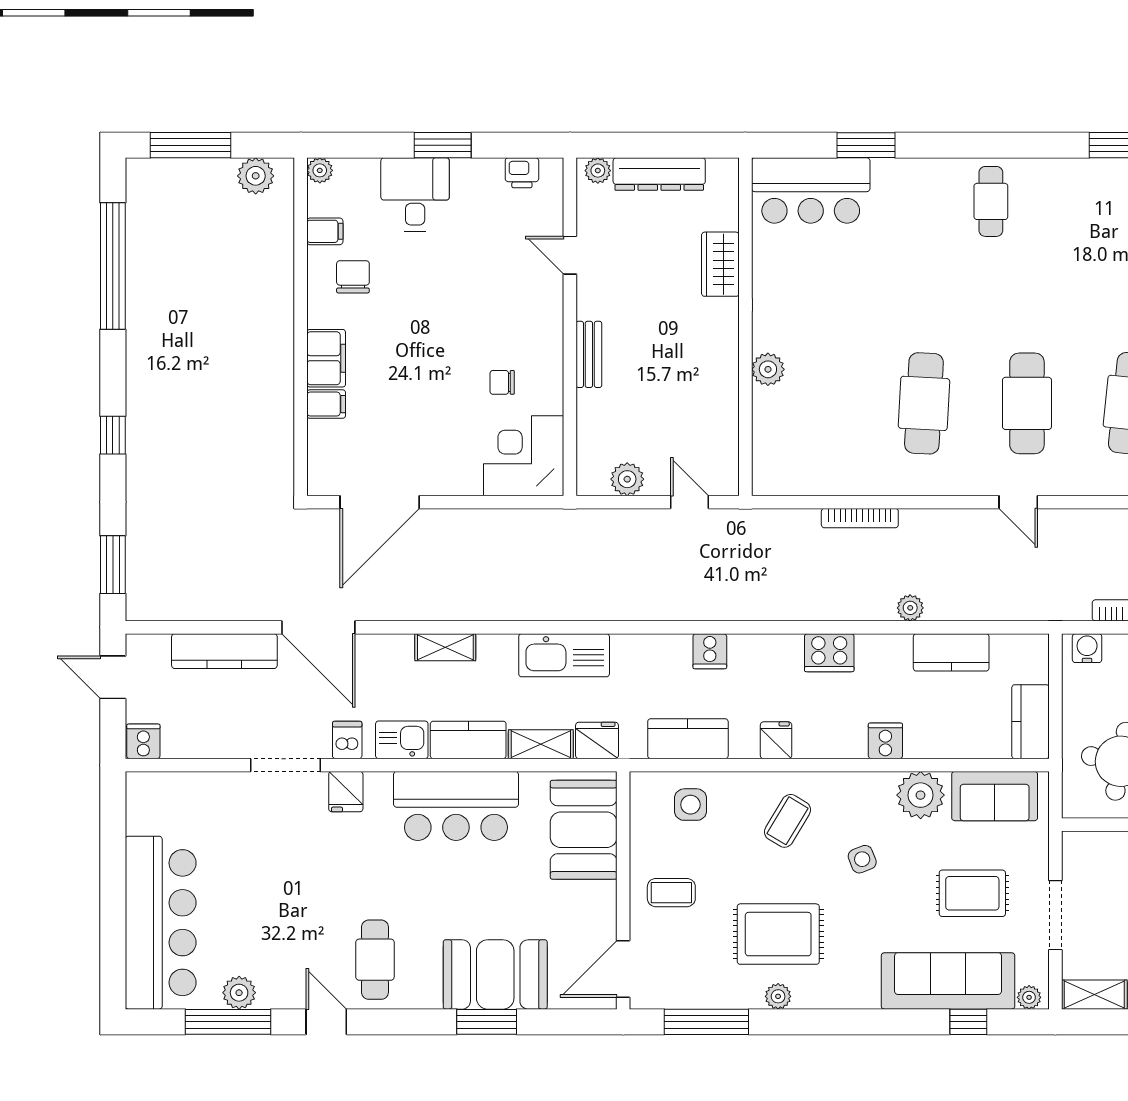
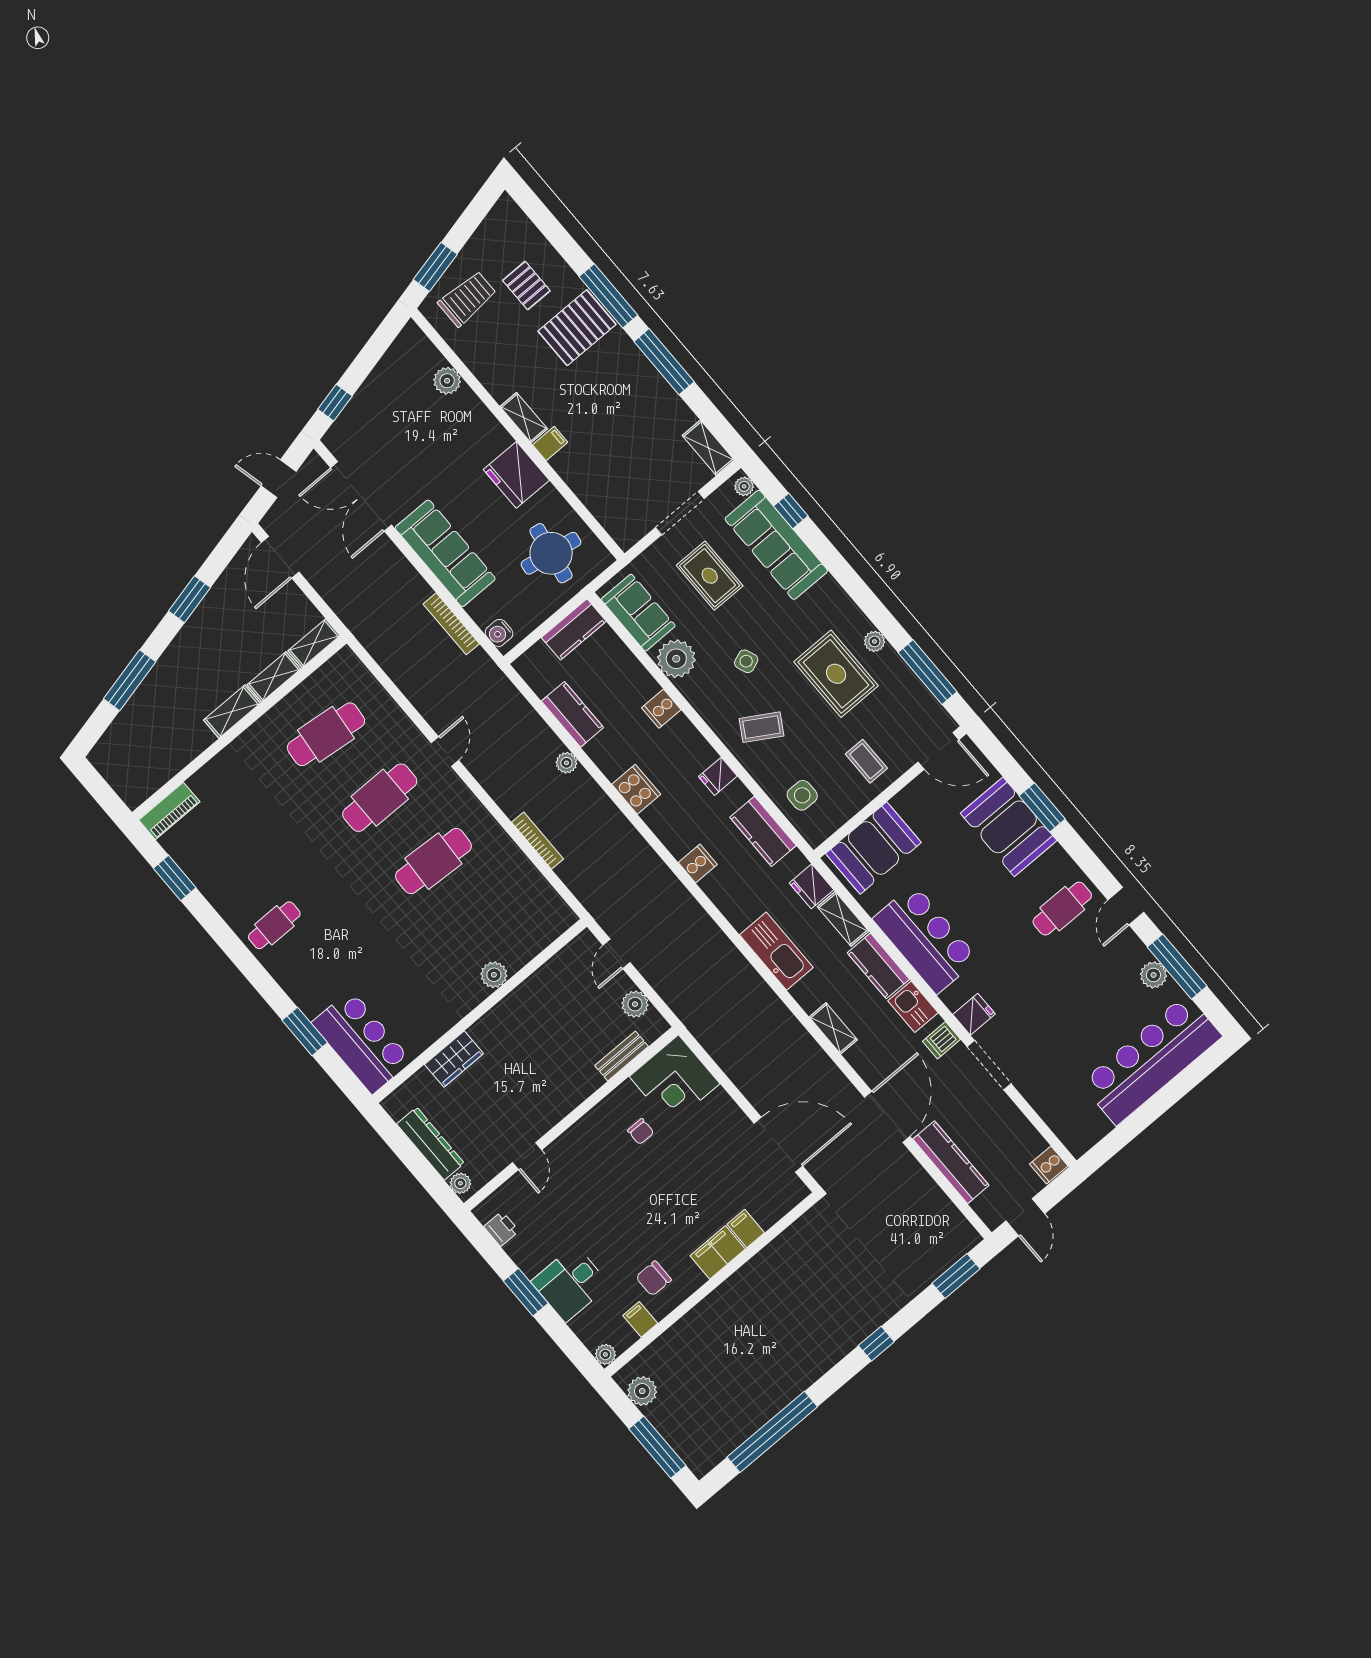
bench: (589, 354) -> (622, 1056), moved

